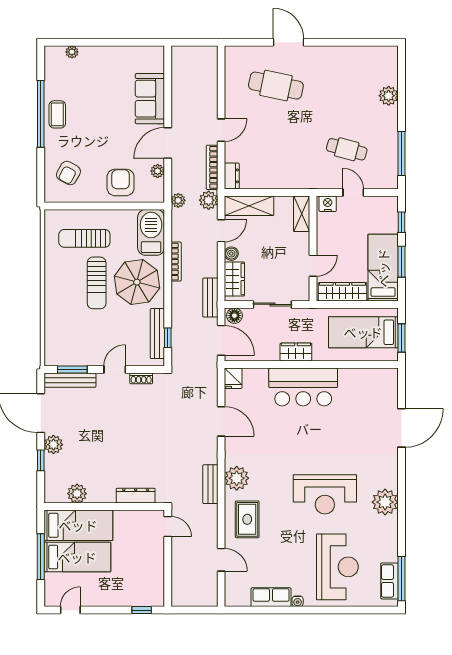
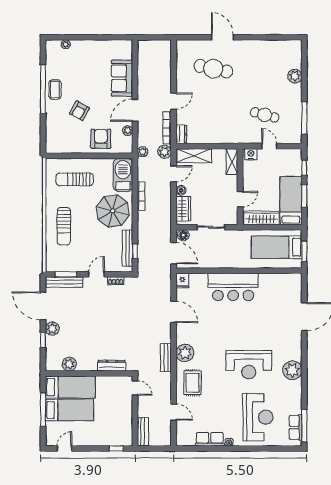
armchair: (68, 173) -> (79, 111), moved
sun lounger: (97, 283) -> (64, 226), moved
bench: (210, 298) -> (143, 432), moved
wardrobe: (296, 352) -> (228, 262), removed

